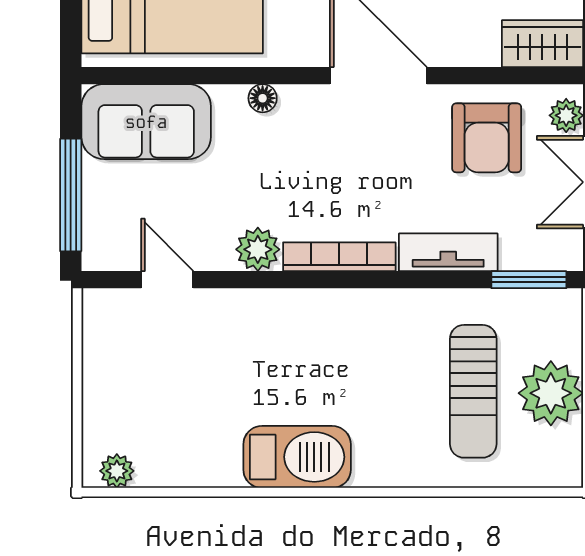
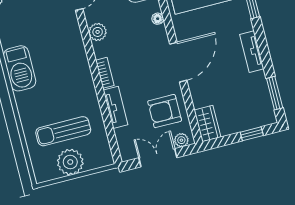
bookcase: (339, 257) -> (105, 73), width x0.64
window: (529, 280) -> (113, 142), removed

